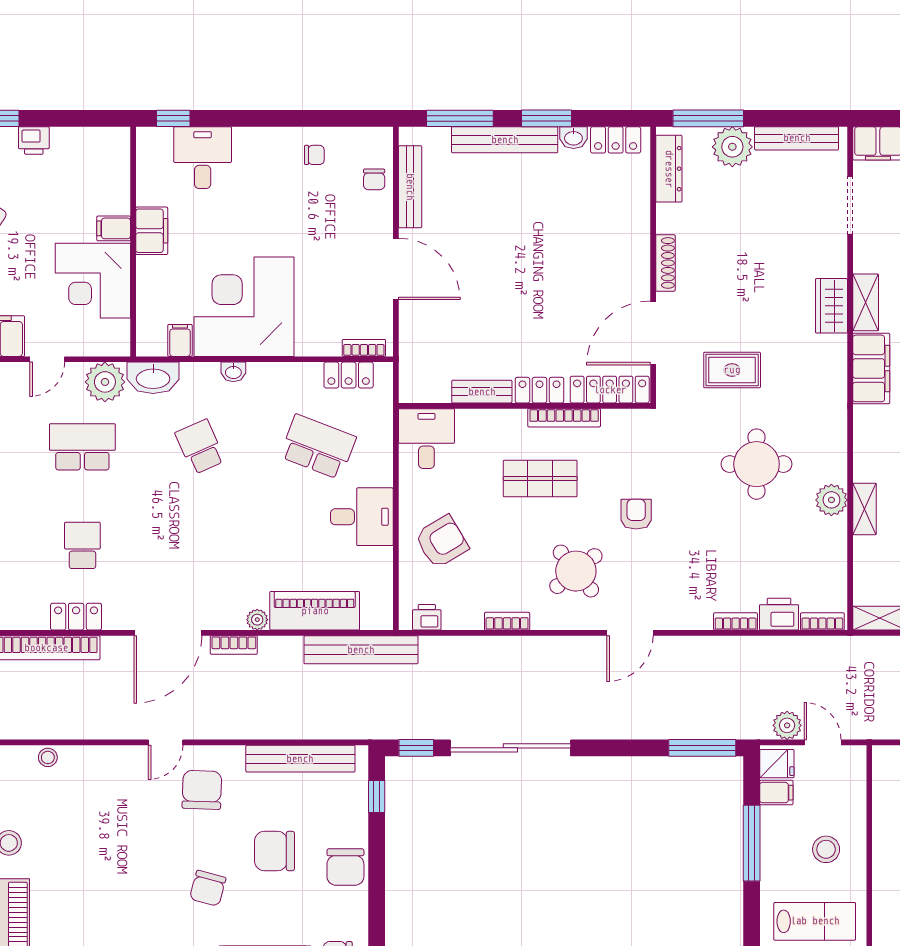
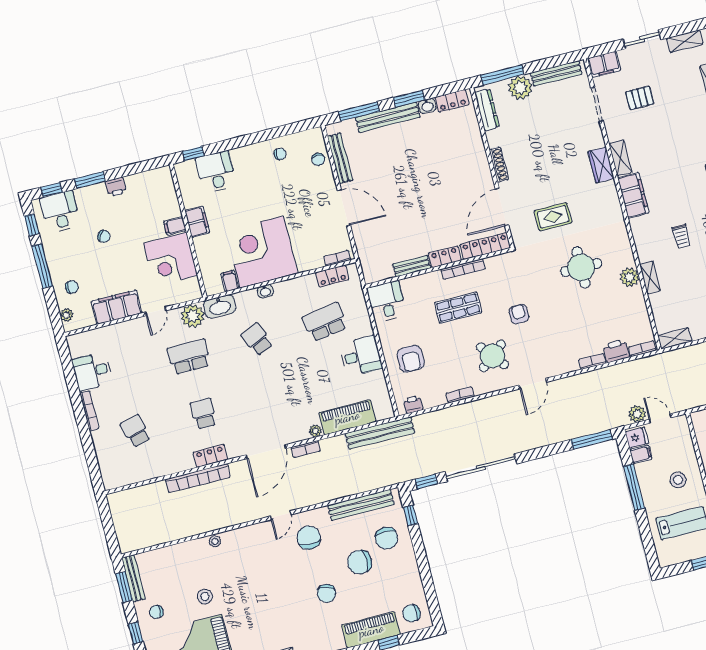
school desk: (318, 447) -> (325, 322), turned -30
armchair: (442, 542) -> (411, 359), turned 121
chair: (345, 867) -> (387, 538), moved

